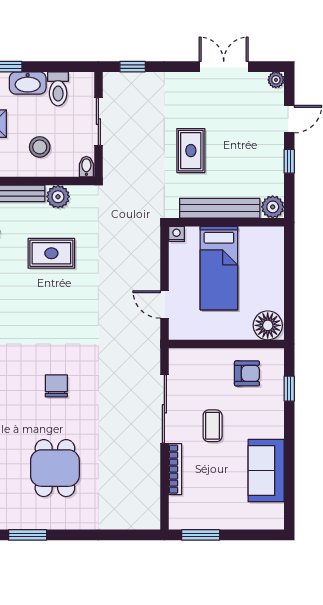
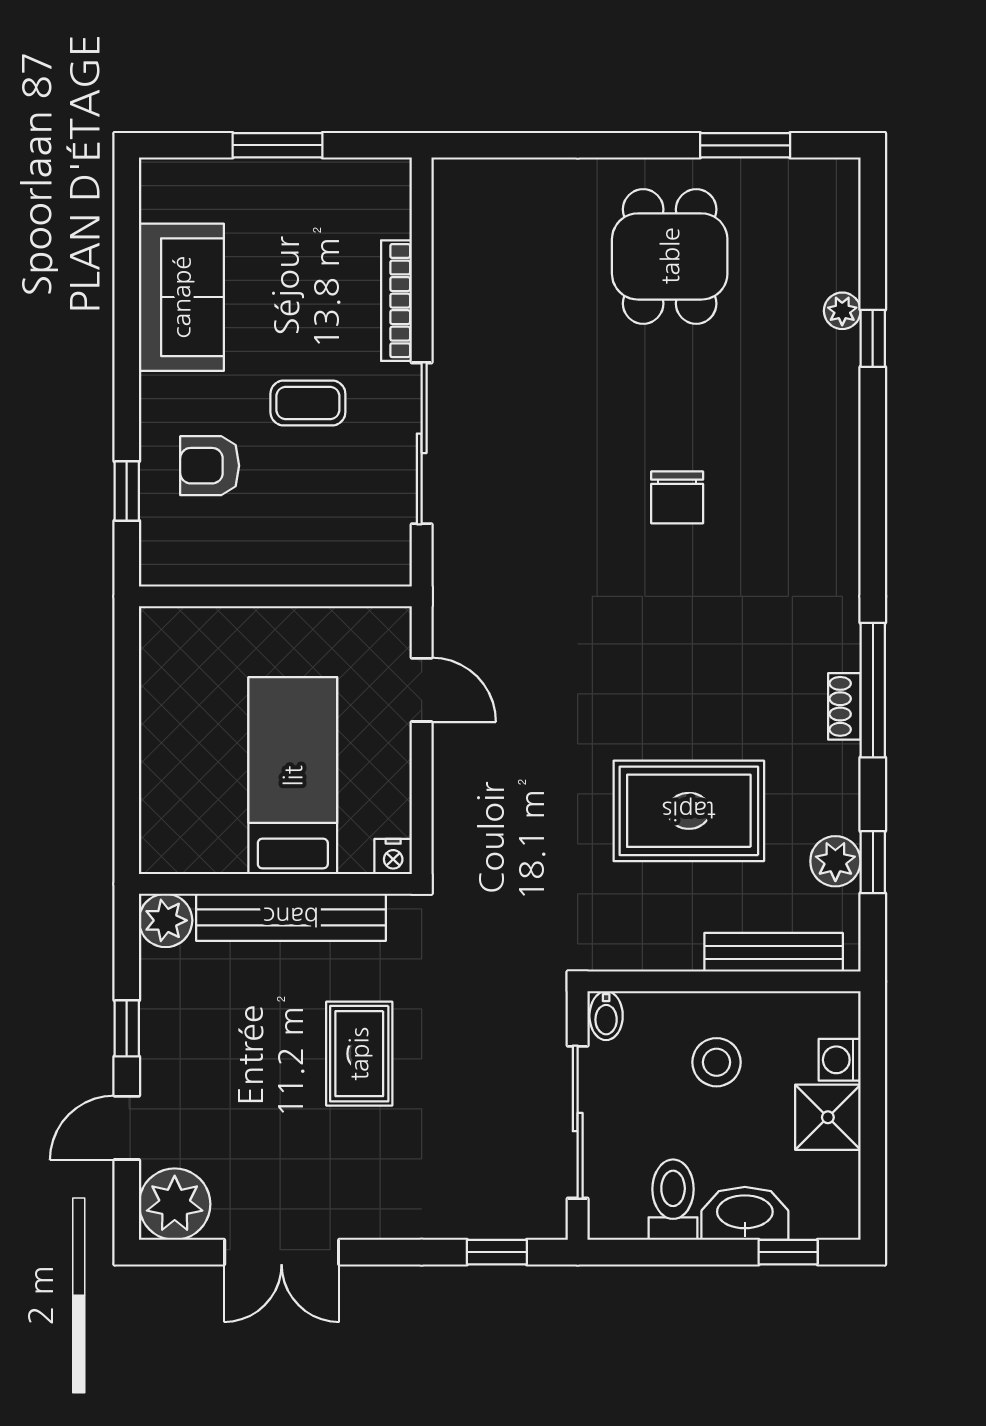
plant: (276, 80) -> (175, 1204), width x1.87, depth x1.87
sliding door: (98, 122) -> (578, 1122), width x1.37
plant: (58, 197) -> (673, 945), removed
rug: (51, 253) -> (689, 811), width x1.36, depth x1.43
floor lamp: (268, 325) -> (177, 640), removed
armchair: (247, 373) -> (210, 466), moved
coffee table: (213, 426) -> (308, 403), turned 90
dining table: (55, 468) -> (670, 256), moved
window: (201, 535) -> (277, 145), moved

